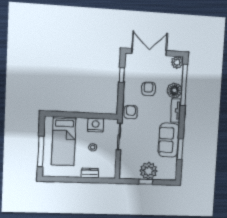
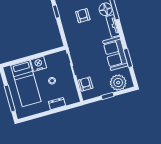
armchair: (131, 112) -> (86, 84), moved
nightstand: (96, 125) -> (38, 64), moved
plant: (148, 171) -> (118, 83), moved

